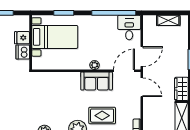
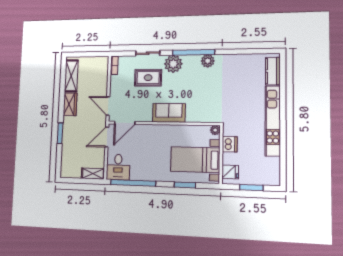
shelving: (168, 20) -> (93, 174), moved
fridge: (22, 38) -> (230, 172), moved
plant: (95, 65) -> (215, 130), moved
sofa: (97, 81) -> (169, 113), moved

